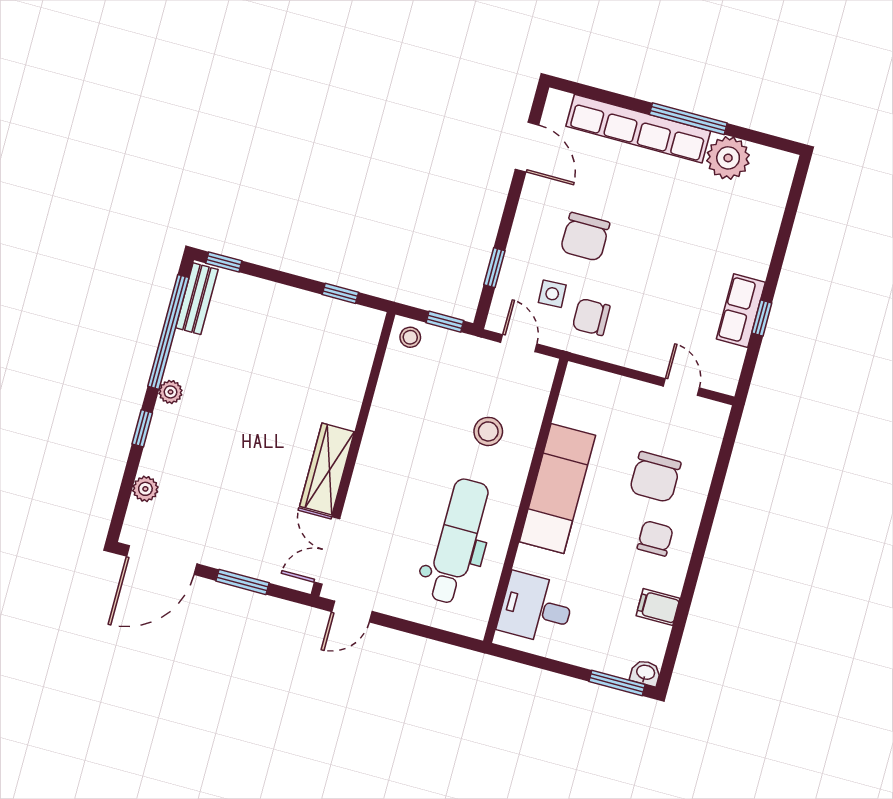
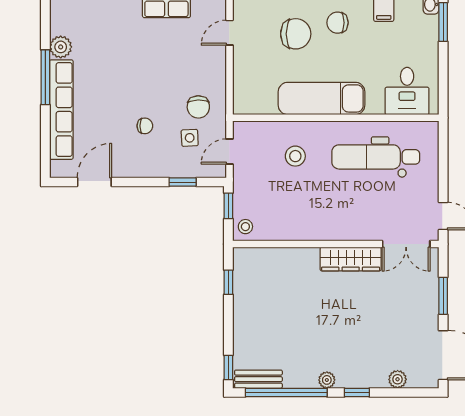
plant: (728, 158) -> (61, 47), width x0.73, depth x0.73
chair: (585, 237) -> (145, 126), width x0.54, depth x0.54

